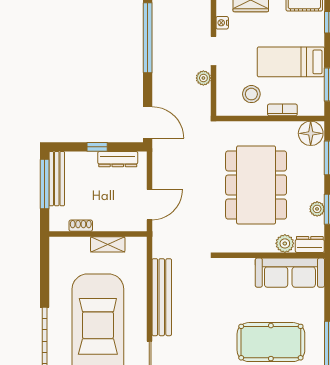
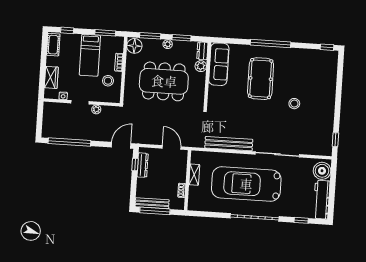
window: (97, 147) -> (135, 165), moved
plant: (317, 209) -> (168, 44), moved

